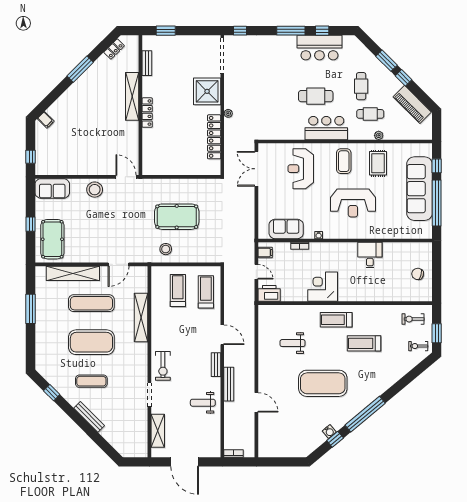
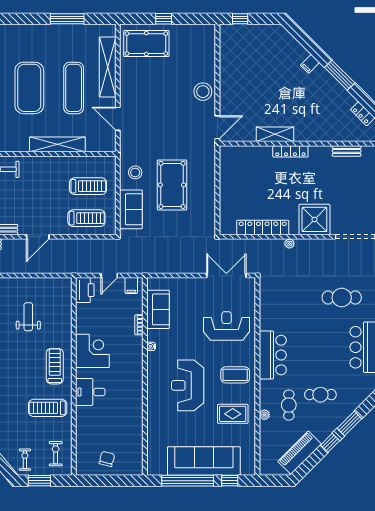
shelving: (132, 96) -> (275, 134), moved, width x0.68
cafe table: (316, 96) -> (342, 298), moved, turned 90
filing cabinet: (46, 120) -> (310, 64), moved
sofa: (52, 188) -> (131, 209), moved, turned 180
desk: (370, 255) -> (90, 392), moved, turned 180
treadmill: (364, 343) -> (48, 408), moved, turned -90

